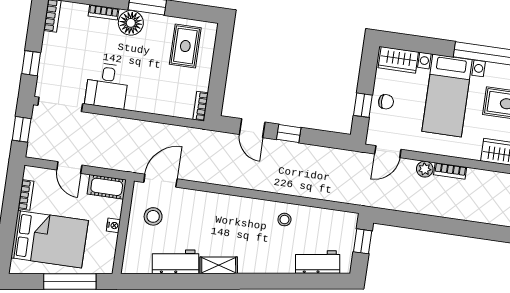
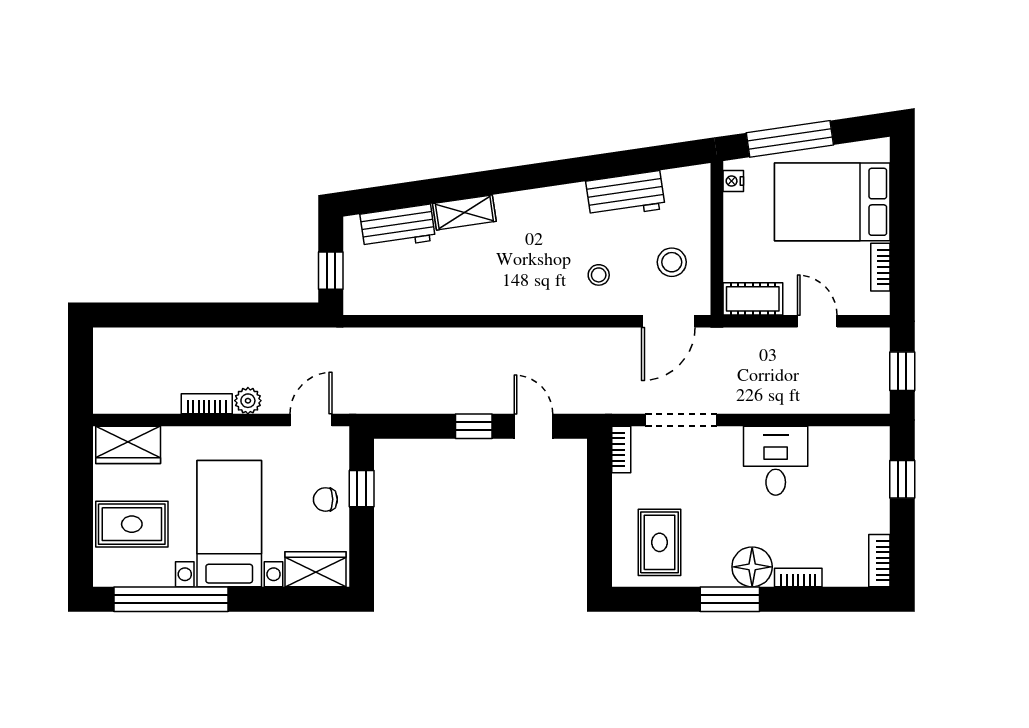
doorway: (60, 104) -> (681, 420), moved
stool: (284, 220) -> (599, 275), moved
nightstand: (113, 225) -> (733, 181), moved
shelving: (219, 265) -> (464, 212), moved

